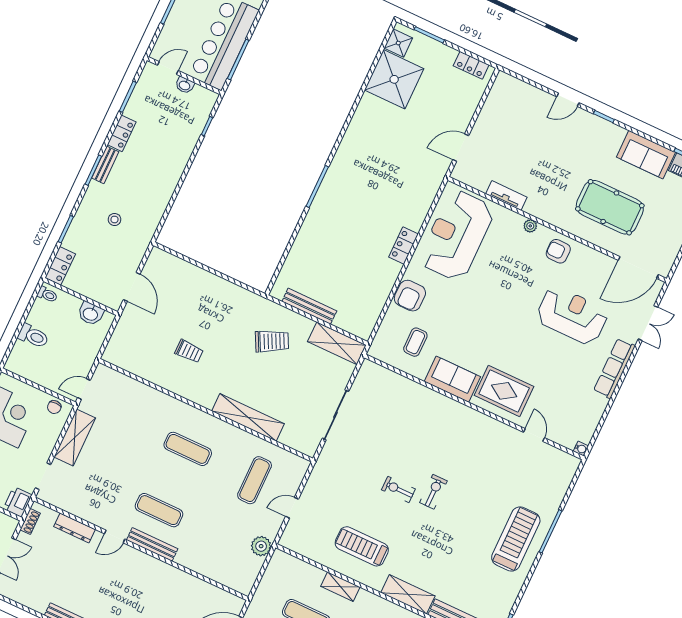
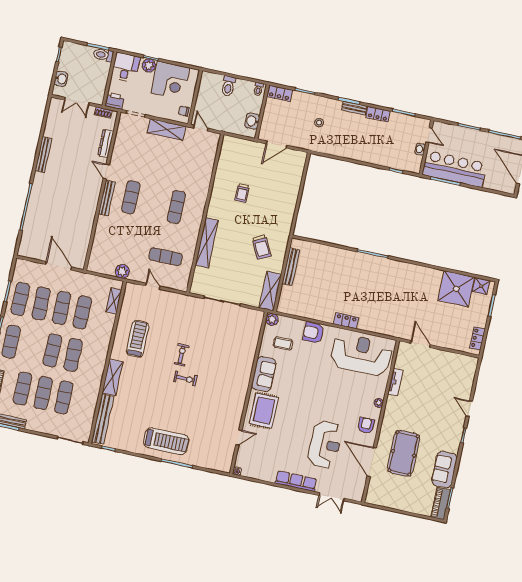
door: (638, 267) -> (372, 462), moved
plant: (378, 350) -> (272, 319), added
shelving: (340, 587) -> (114, 301), moved

